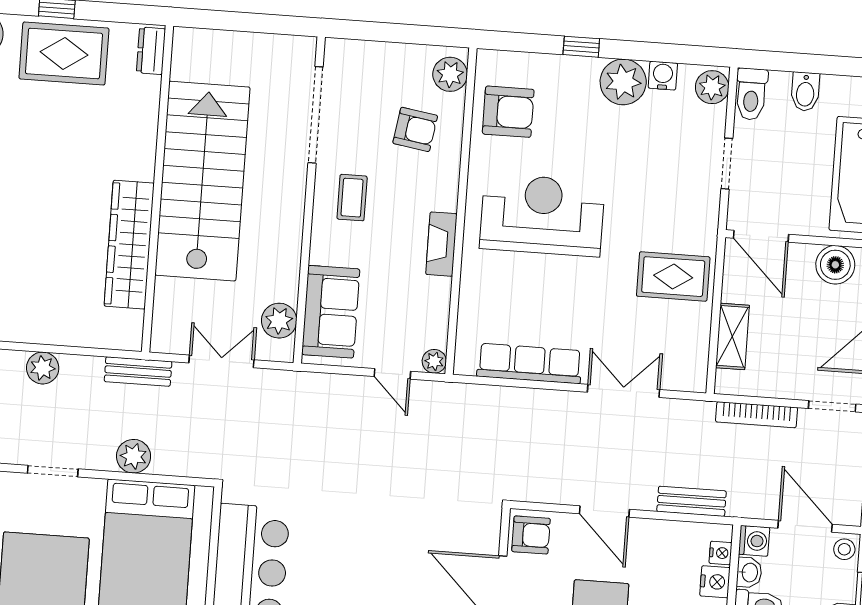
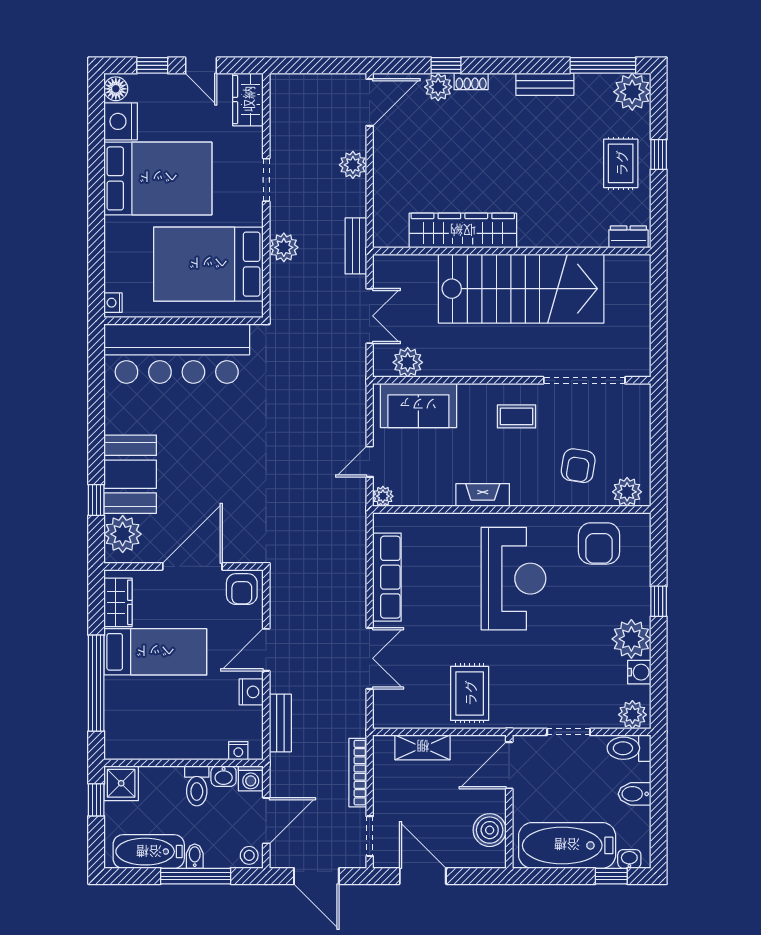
rug: (64, 53) -> (621, 163), width x0.73, depth x0.70
nightstand: (715, 582) -> (251, 692), moved, turned -90

